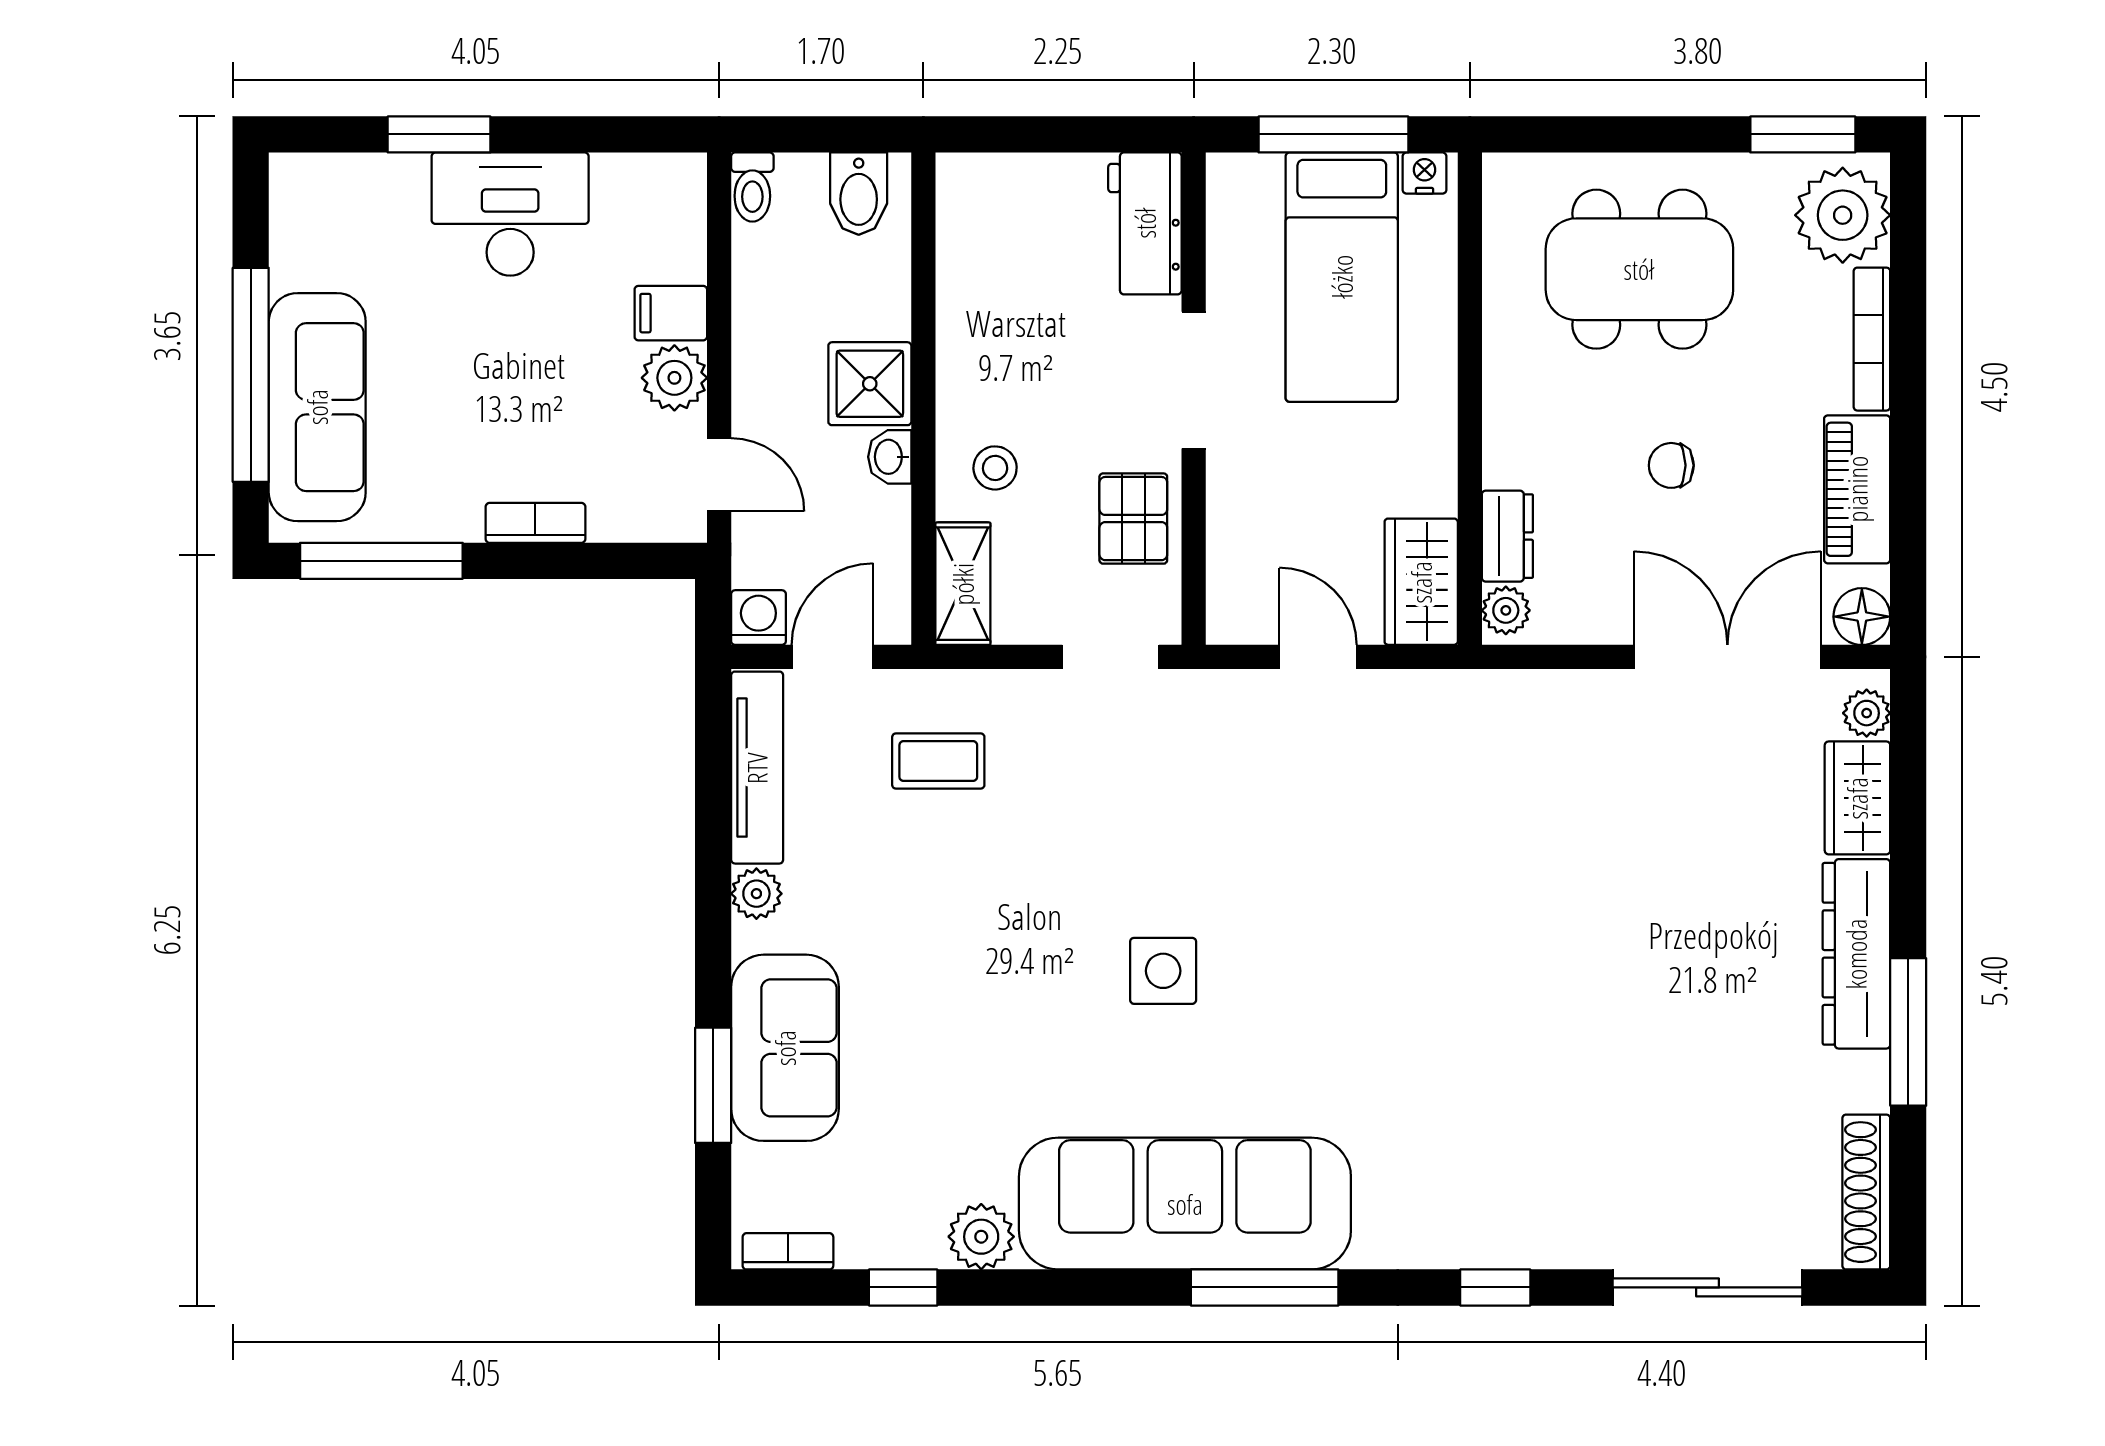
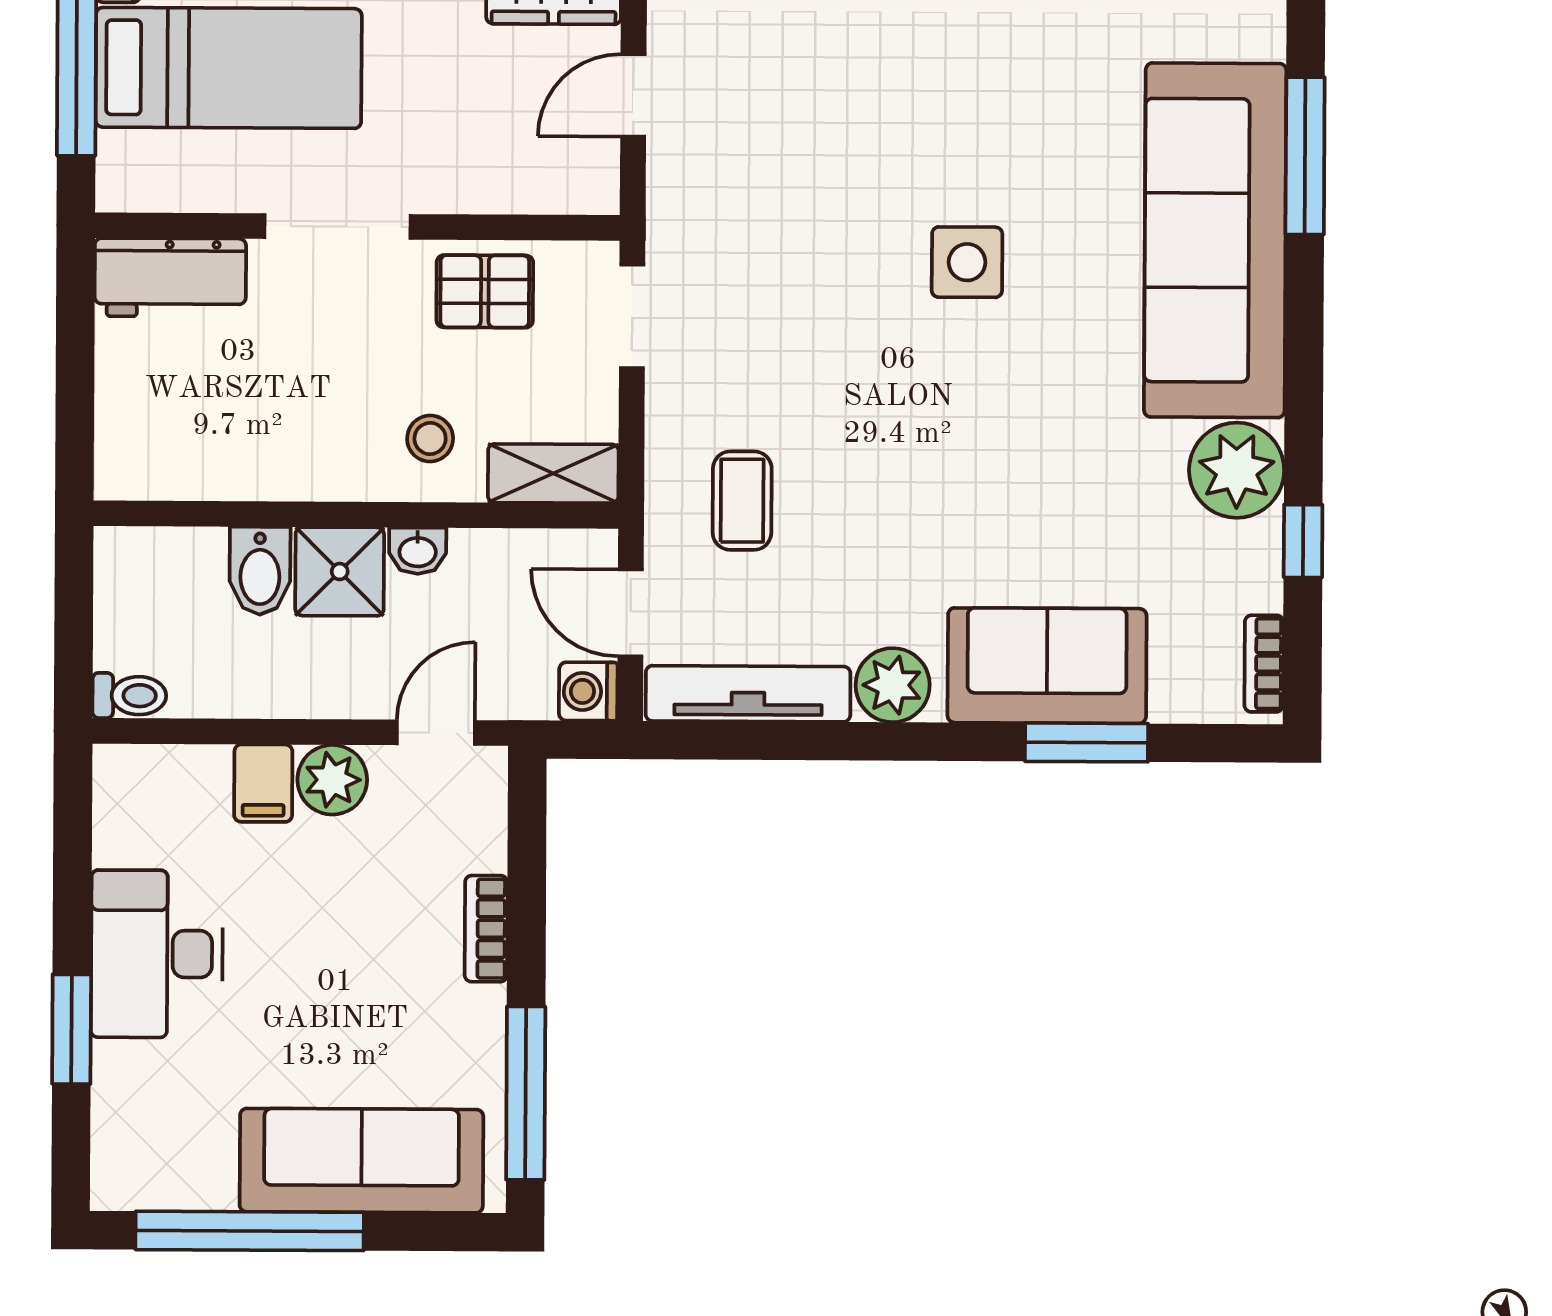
bidet: (859, 194) -> (260, 571), moved, turned 90
window: (251, 375) -> (250, 1231), moved
plant: (756, 894) -> (893, 685), width x1.38, depth x1.38
plant: (981, 1237) -> (1237, 470), width x1.36, depth x1.36

